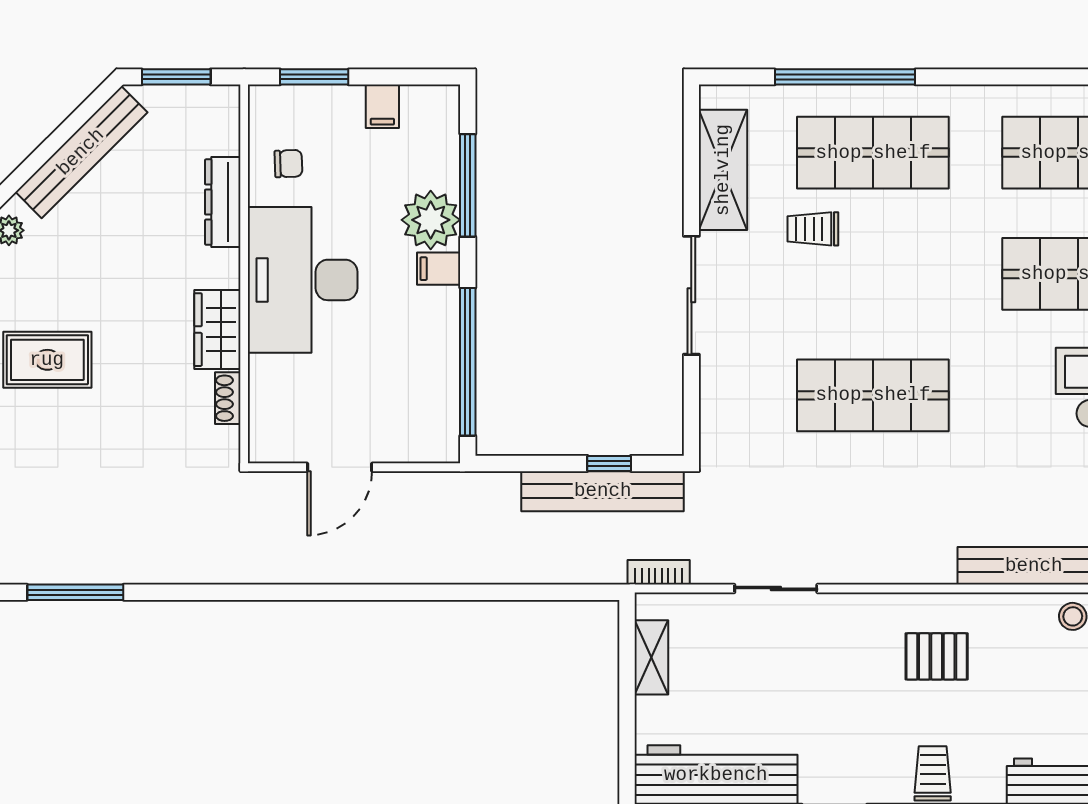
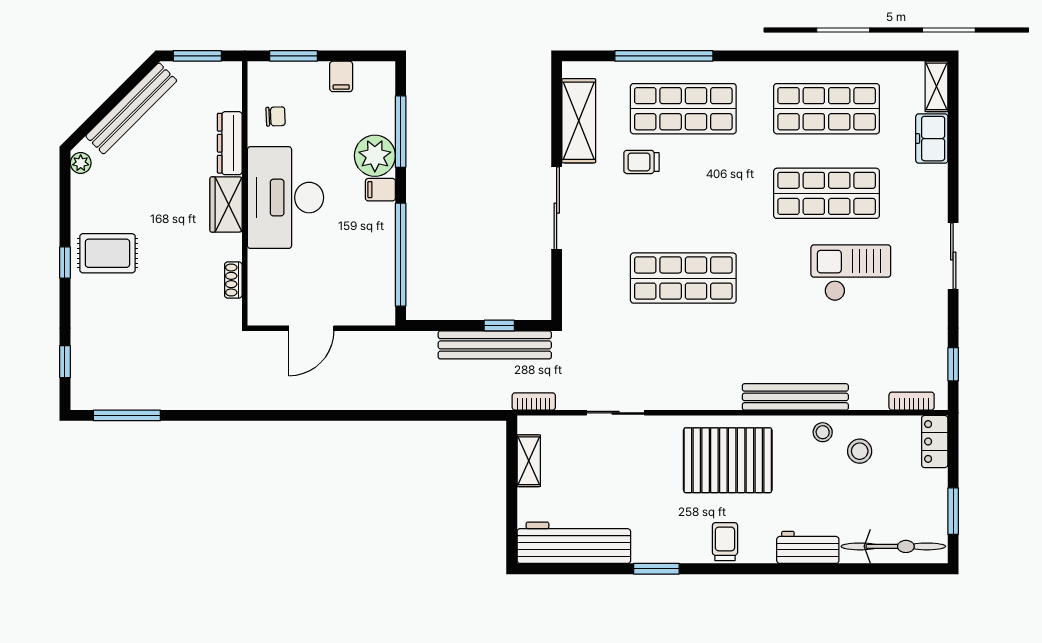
wardrobe: (217, 330) -> (226, 204), moved
pallet: (937, 656) -> (728, 460), width x2.05, depth x2.00

